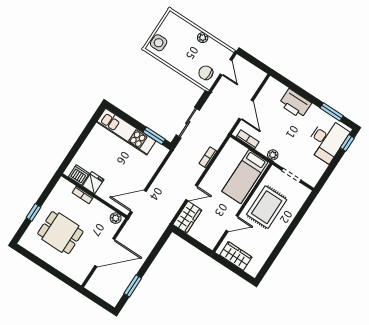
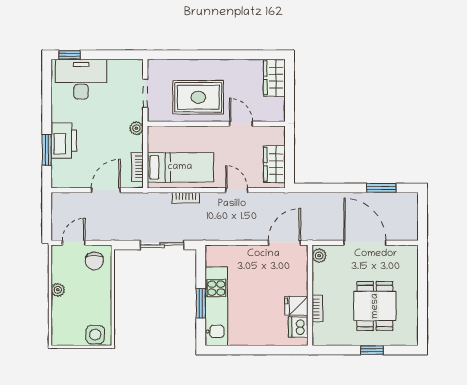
window: (332, 112) -> (47, 150), moved
window: (154, 136) -> (201, 303), moved
bed: (245, 177) -> (180, 167), moved
door: (138, 201) -> (284, 243), swing flipped
wardrobe: (187, 217) -> (274, 164), moved, turned -90
wardrobe: (236, 256) -> (274, 78), moved

